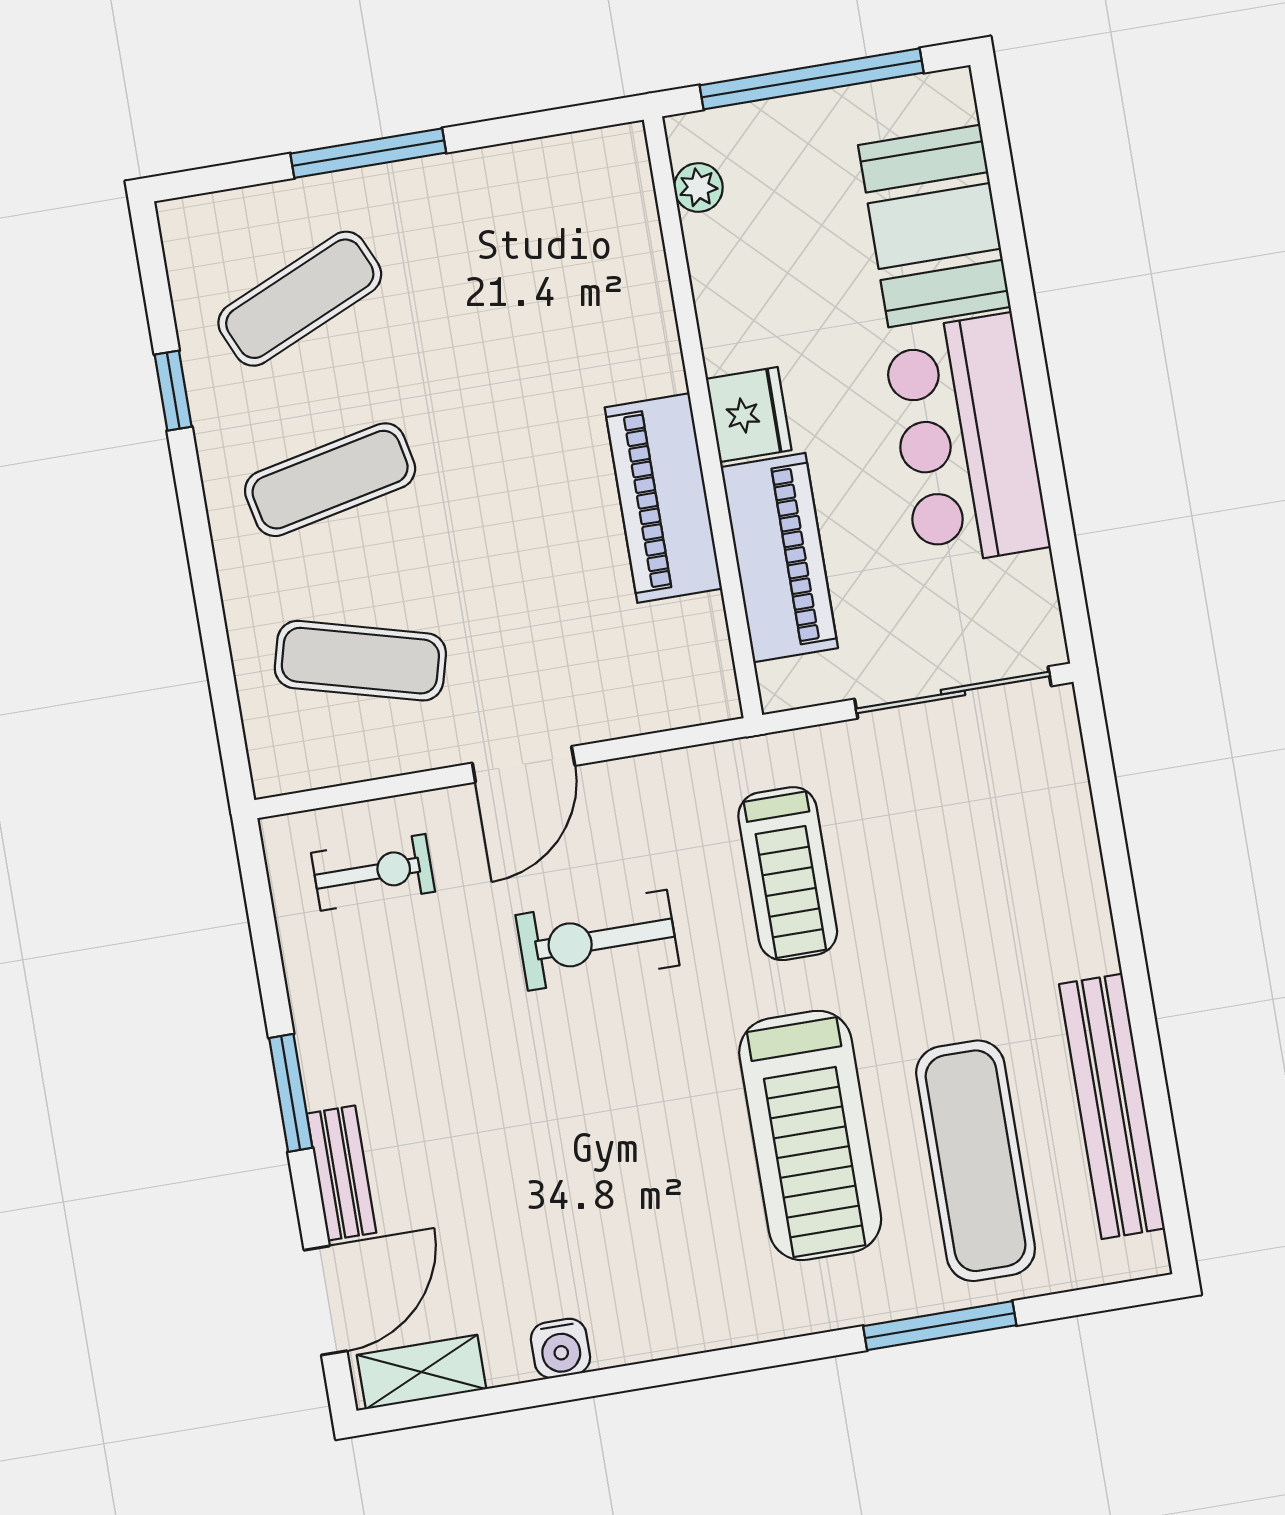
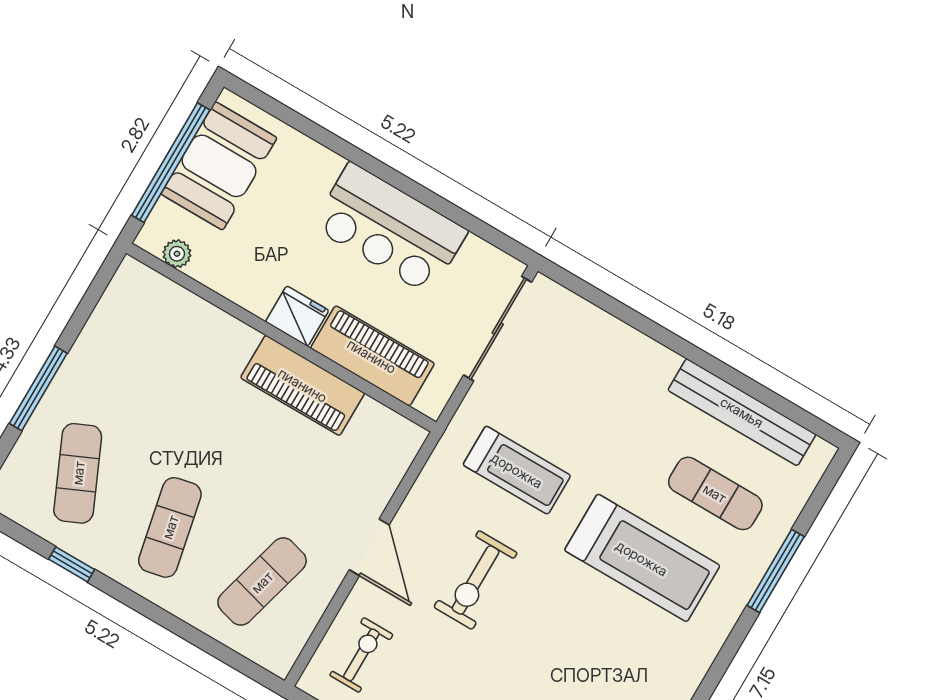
booth: (934, 226) -> (219, 166), moved, turned 90
exercise mat: (976, 1161) -> (715, 493), width x0.73, depth x0.69

